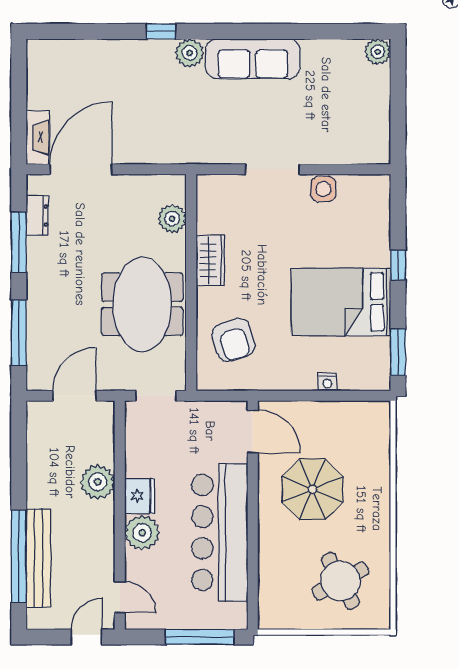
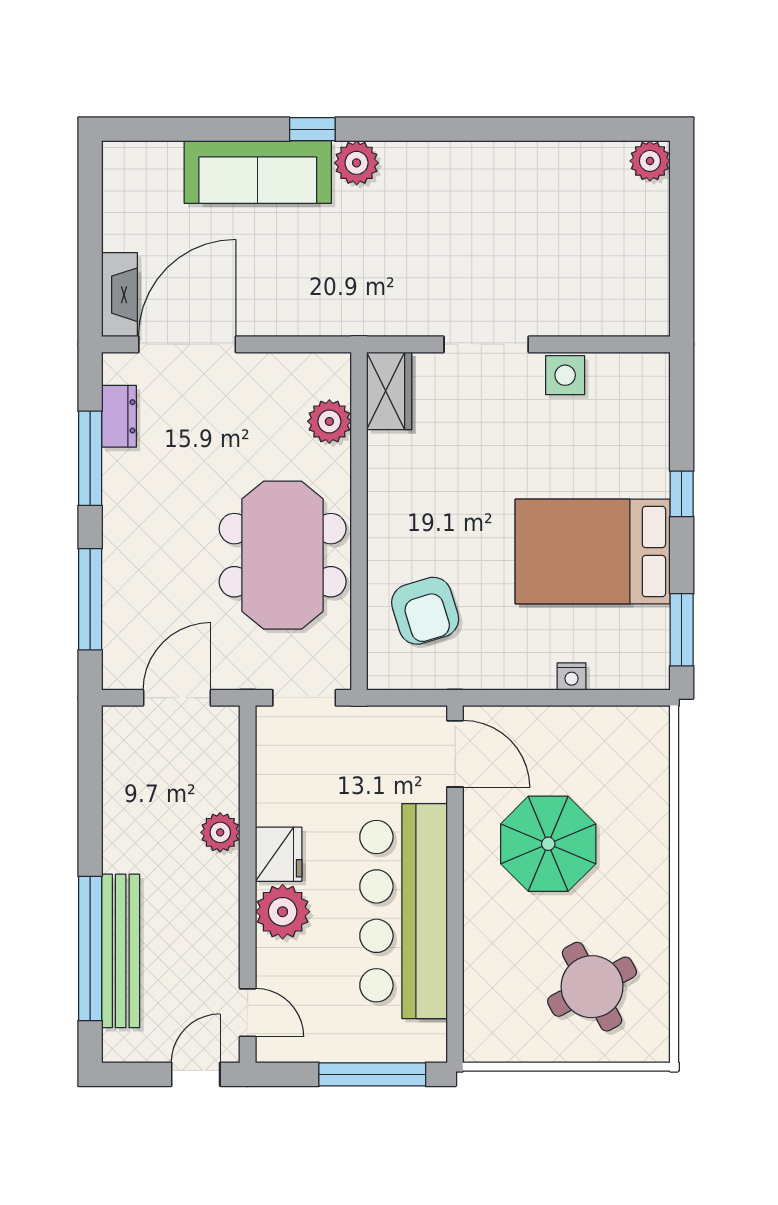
sofa: (253, 59) -> (258, 172), moved
wardrobe: (211, 260) -> (389, 391), moved
plant: (98, 482) -> (220, 832), width x0.73, depth x0.73

